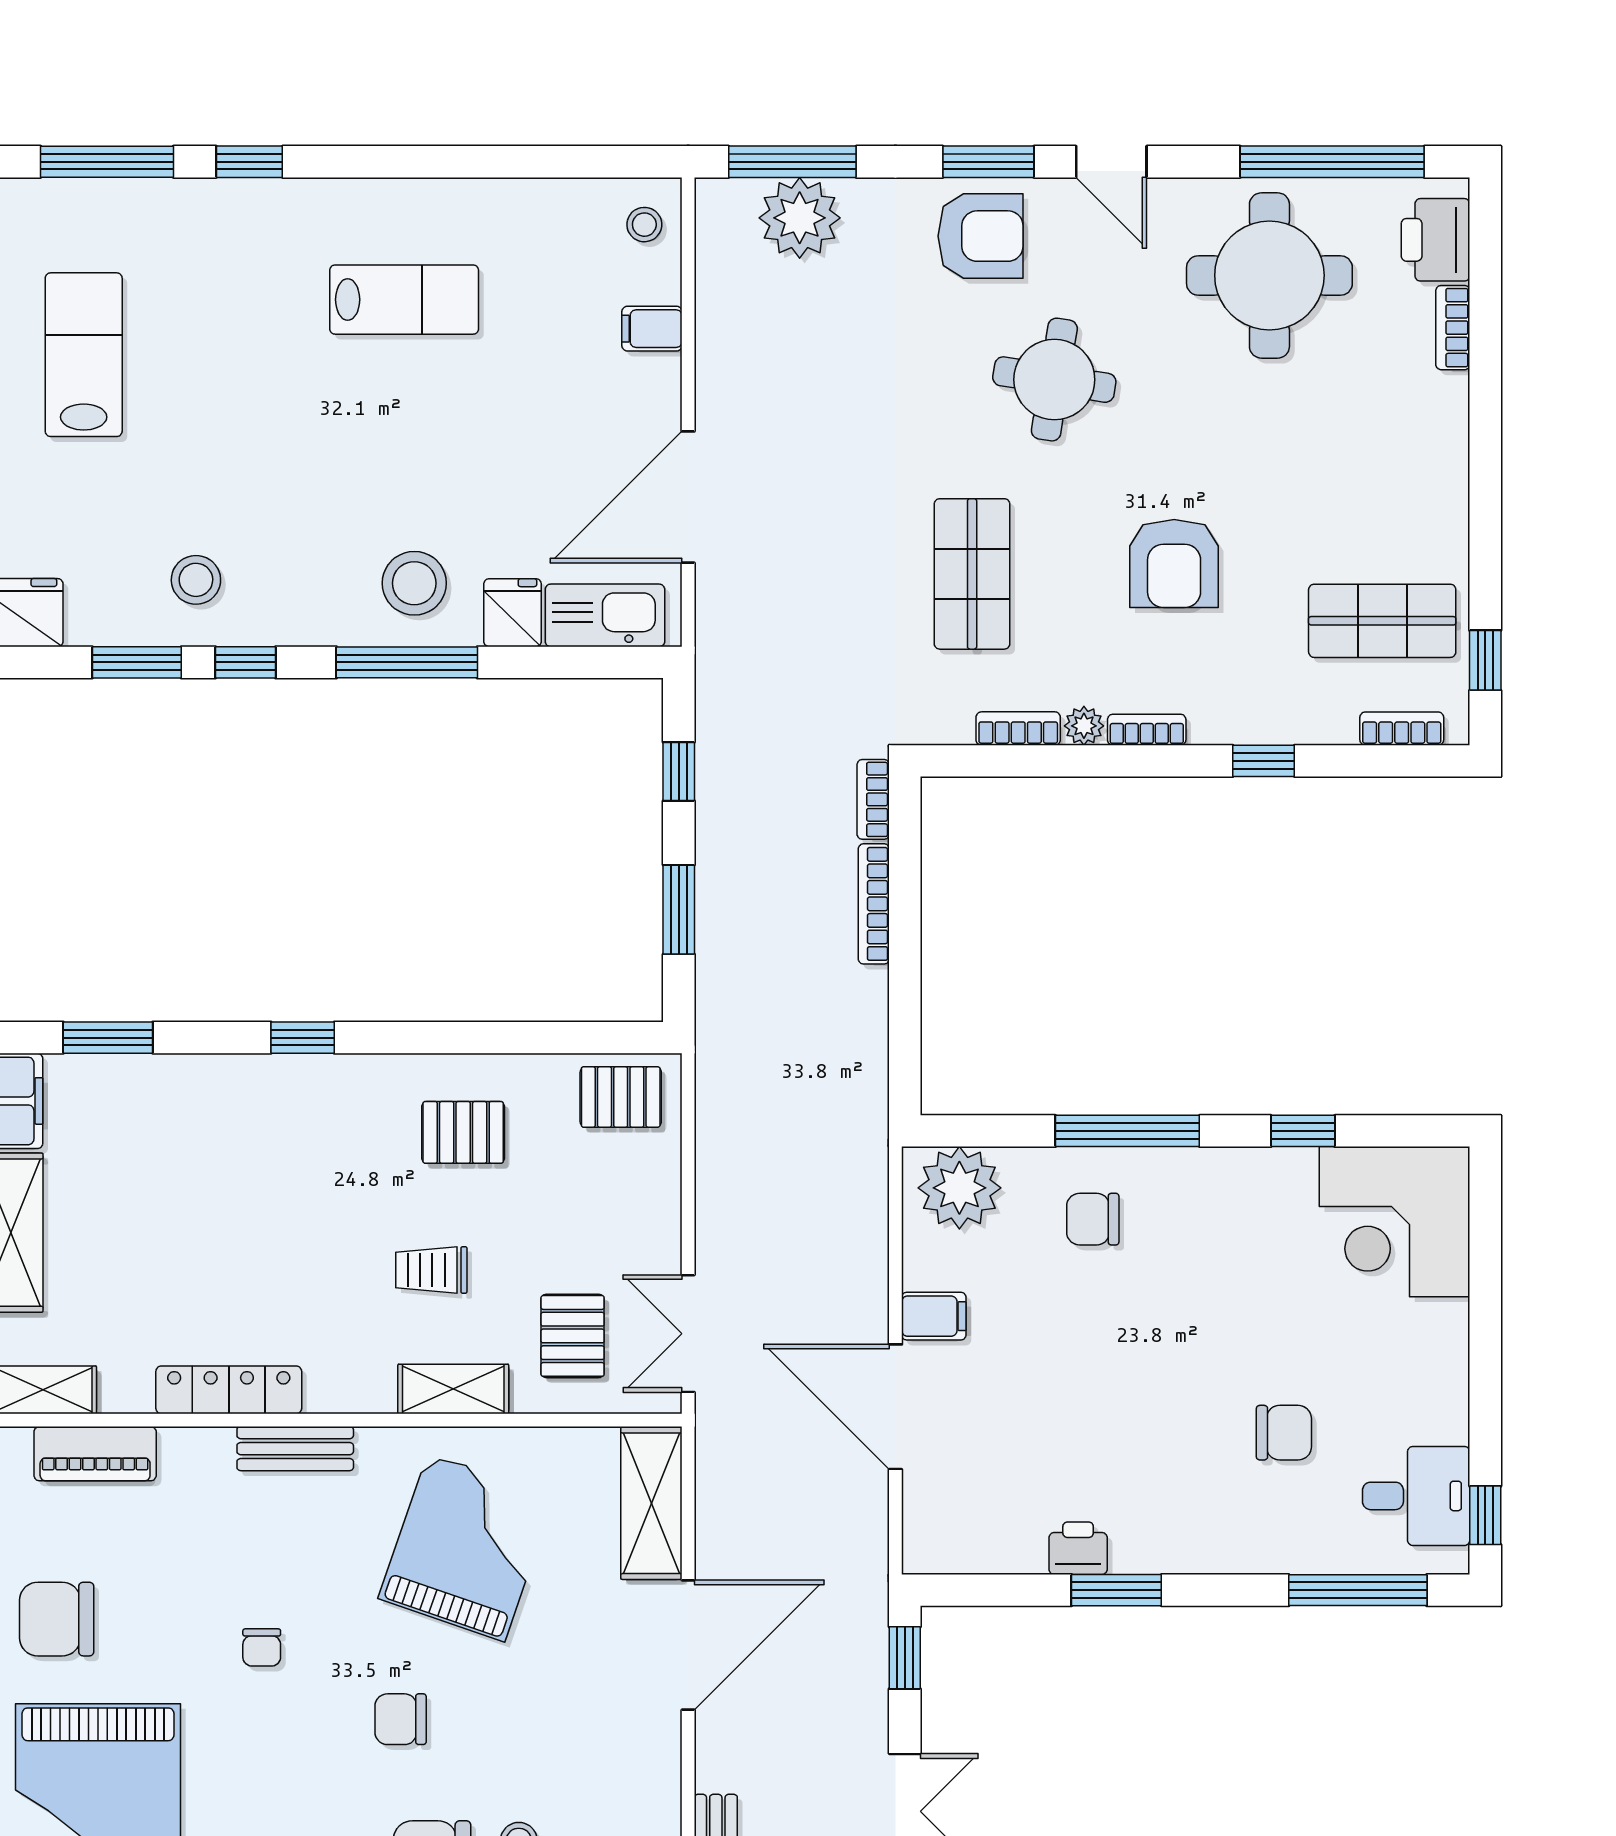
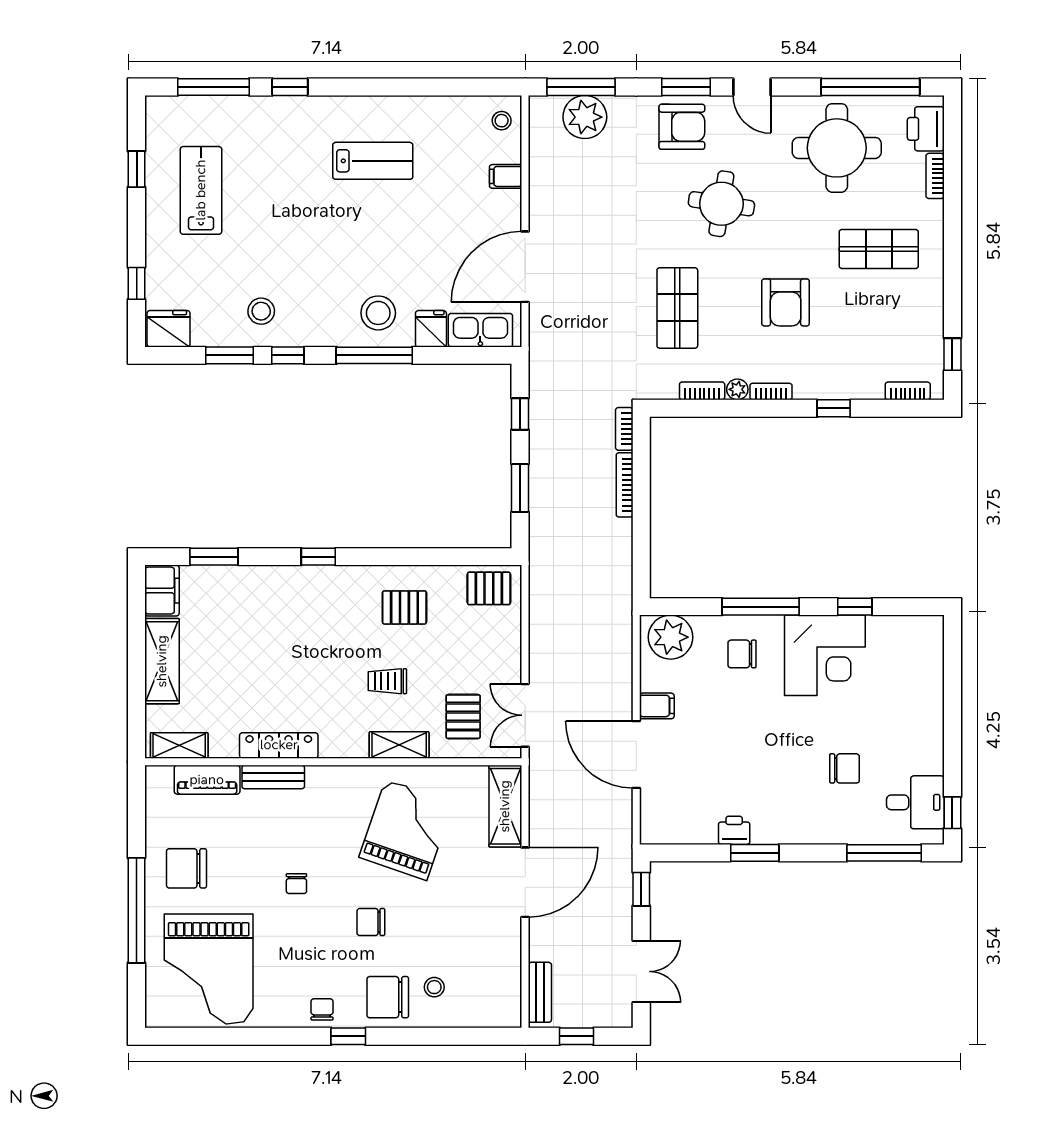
shop shelf: (1382, 621) -> (879, 249), moved
corner desk: (1395, 1222) -> (825, 655), moved, turned -90
bench: (295, 1449) -> (273, 777), moved

